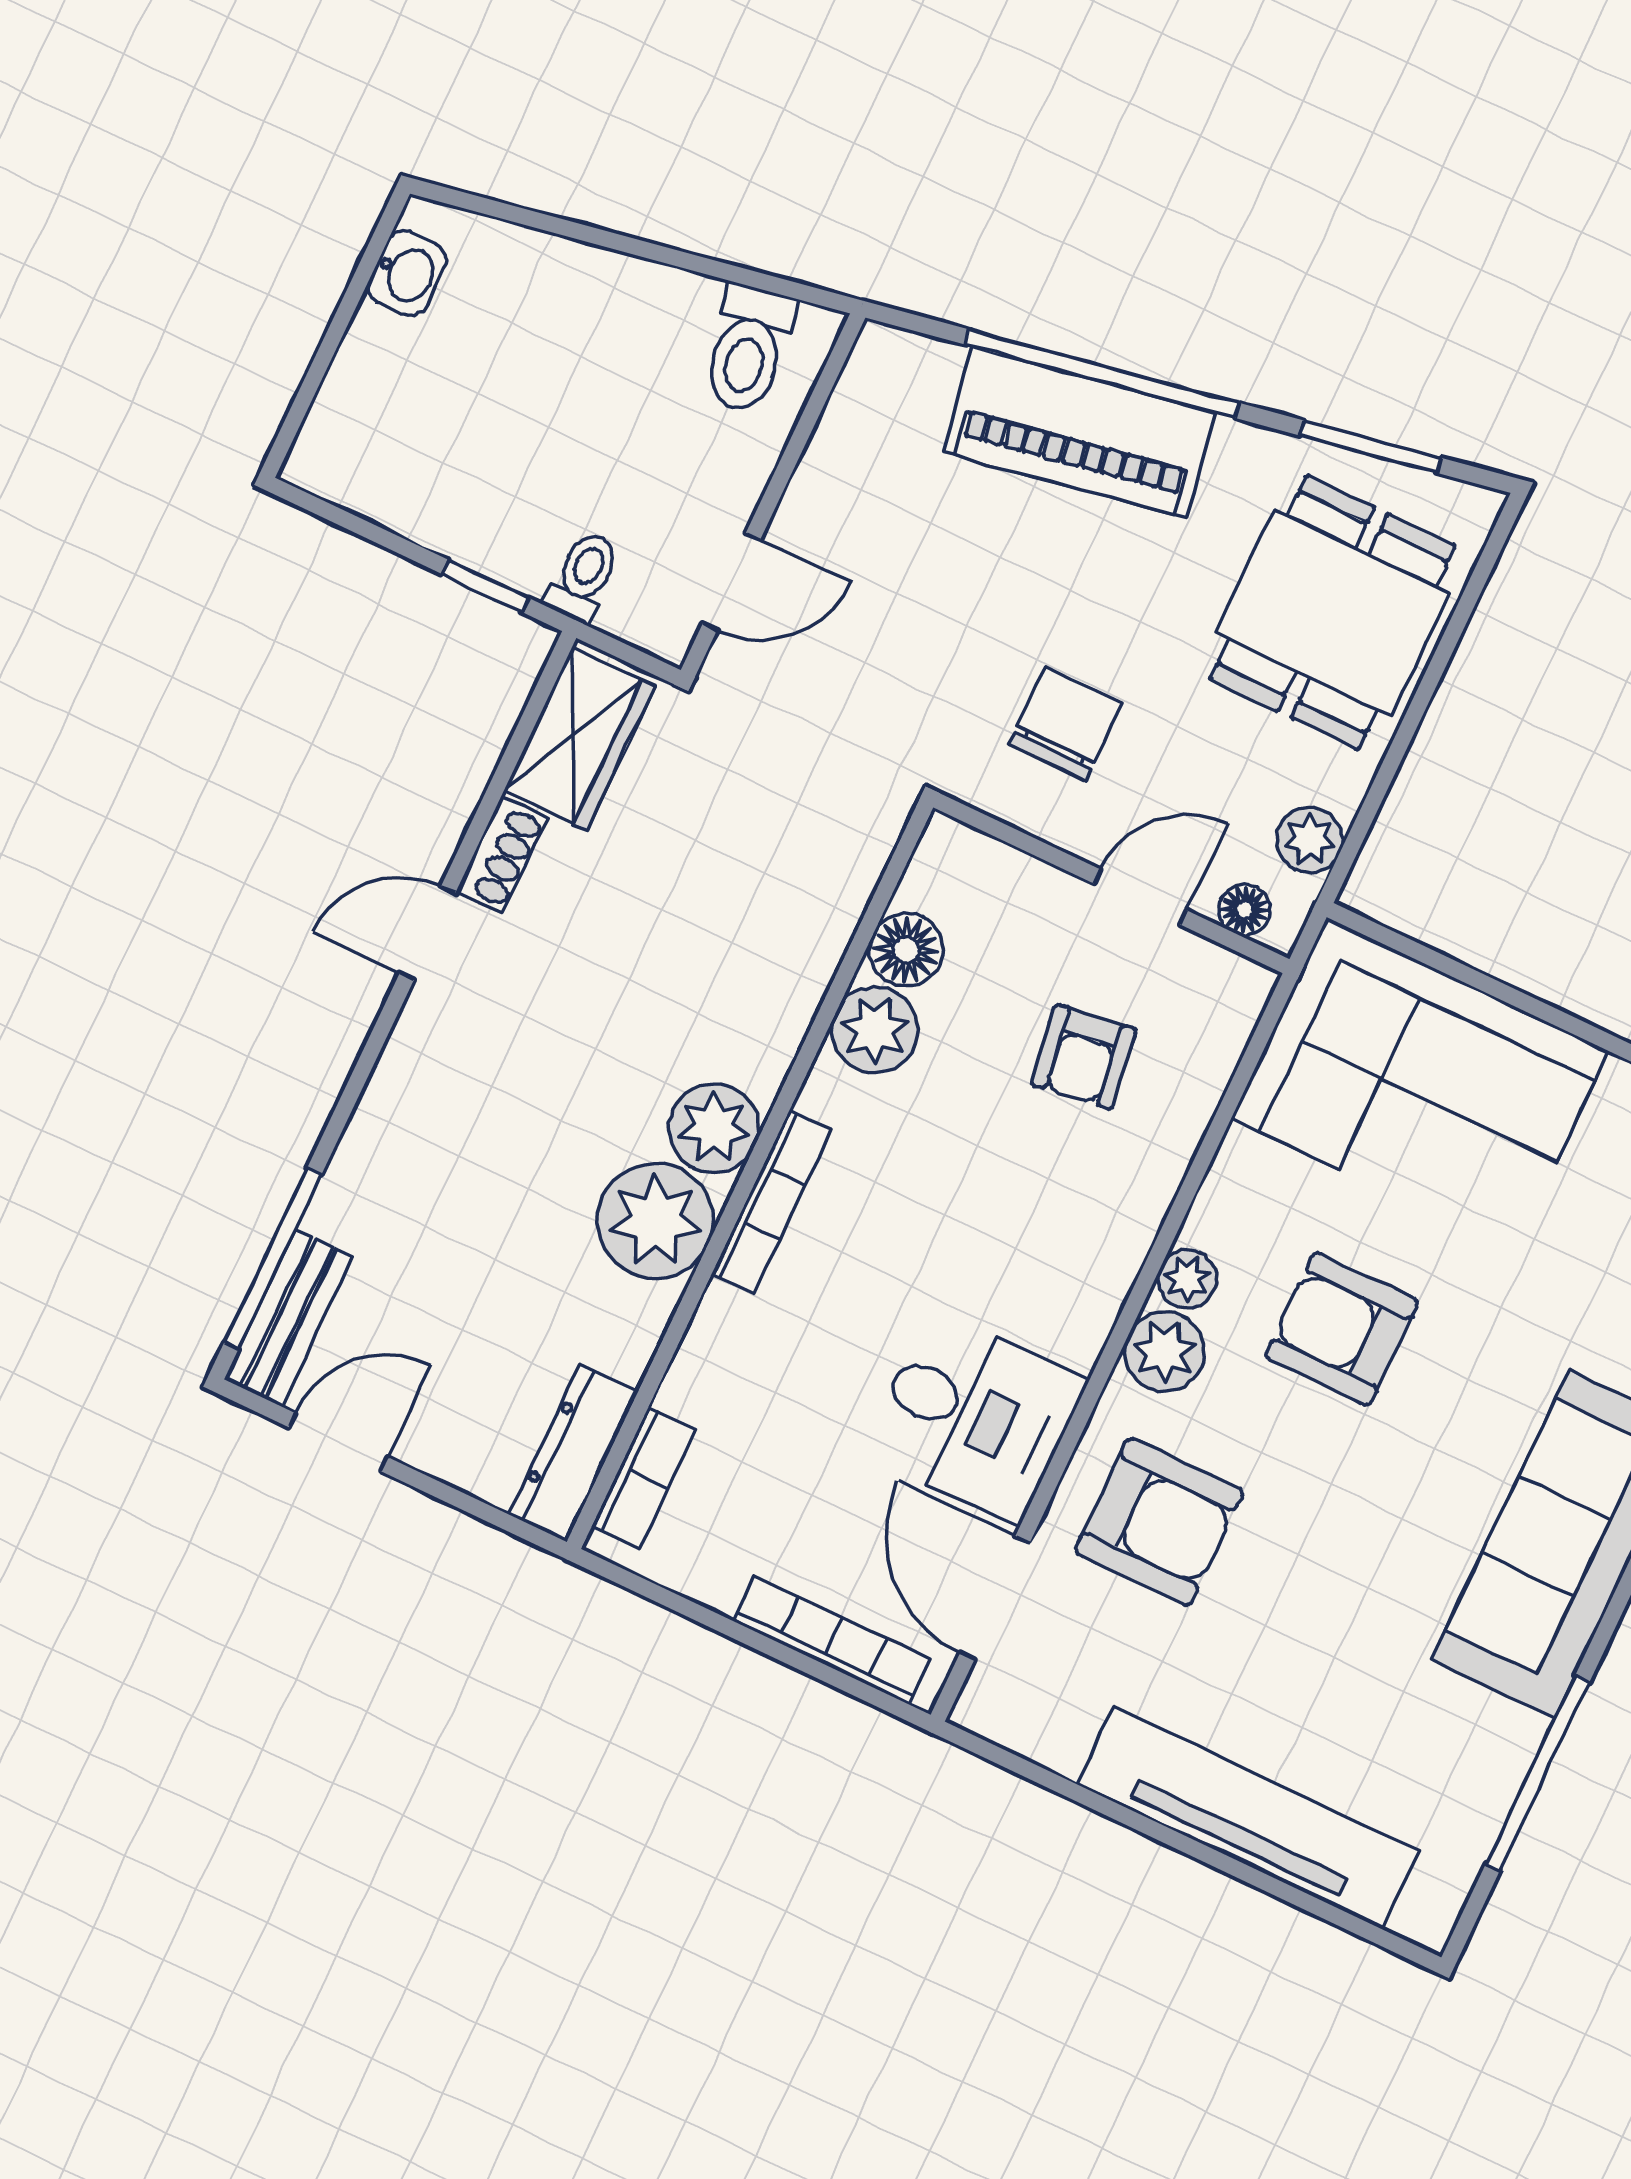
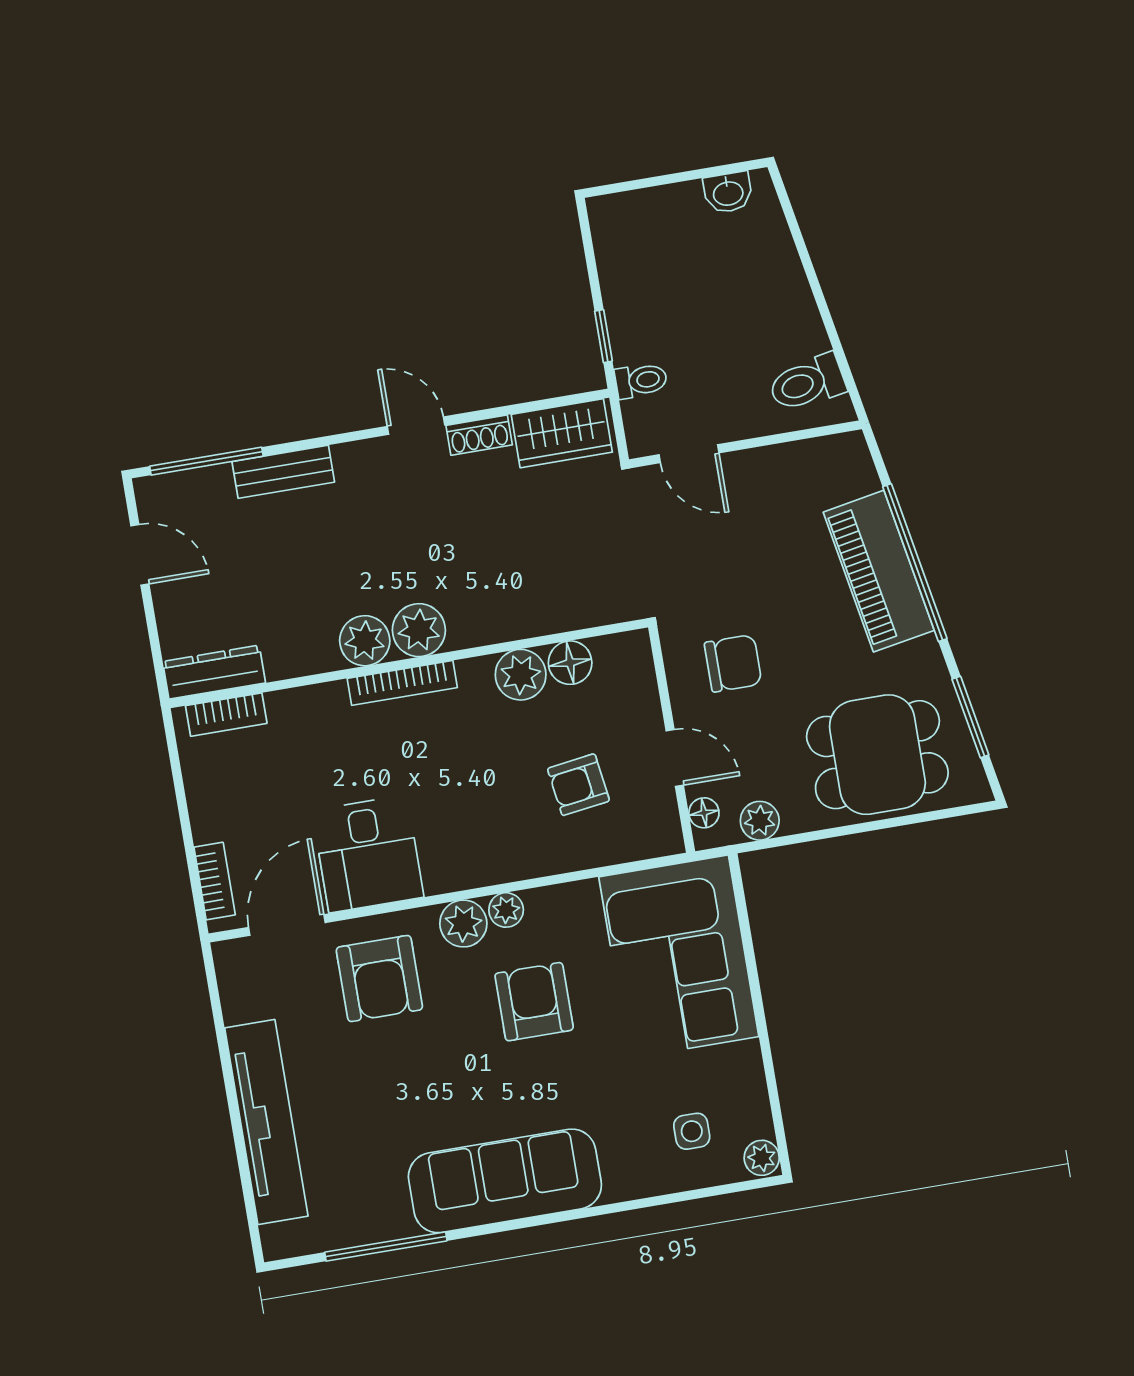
plant: (655, 1221) -> (365, 641), width x0.73, depth x0.73
bench: (288, 1318) -> (283, 472), moved
bookcase: (832, 1640) -> (215, 881), width x0.64

